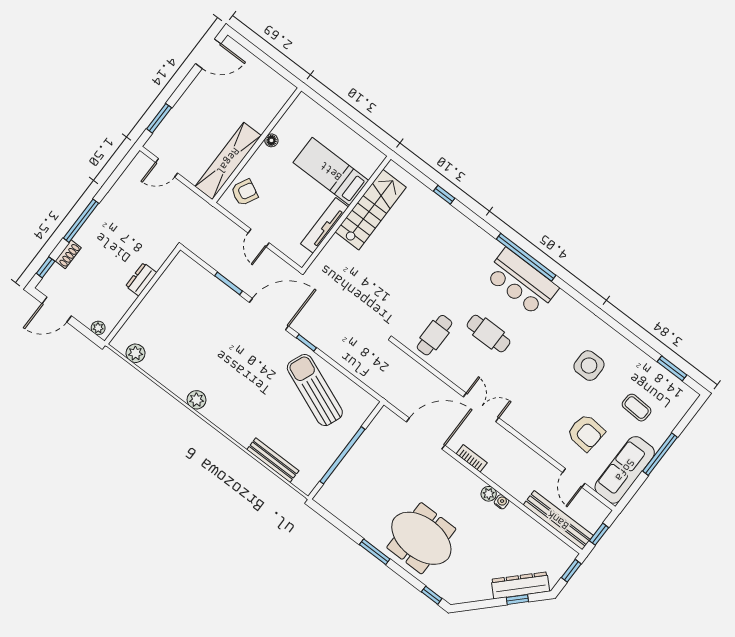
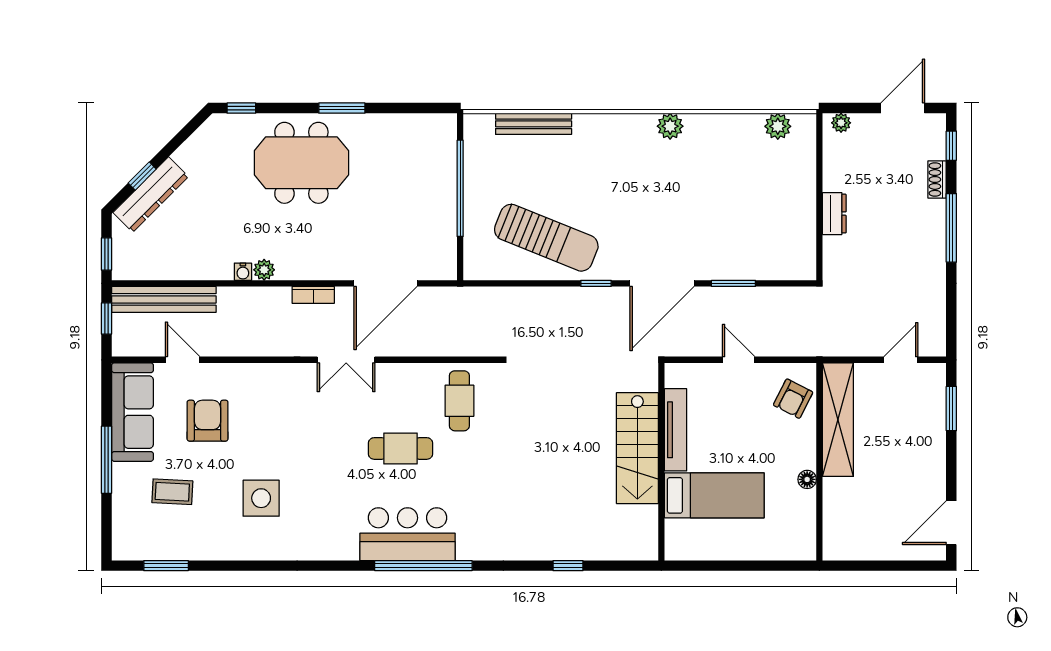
stairs: (371, 210) -> (637, 448), moved
armchair: (586, 433) -> (208, 421), turned 85

